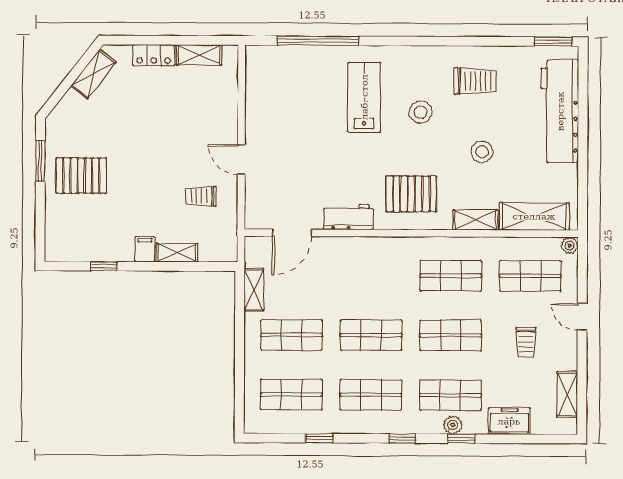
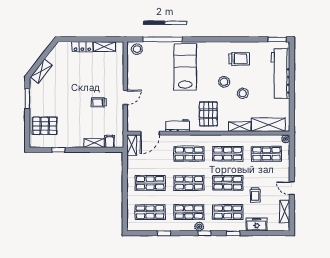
stool: (265, 60) -> (137, 49), added
shelving: (93, 74) -> (41, 71), moved
lab bench: (364, 97) -> (185, 67), width x1.36, depth x1.39
stool: (421, 112) -> (224, 82), moved
door: (241, 159) -> (125, 97), swing flipped
pallet: (81, 176) -> (45, 126), moved
pallet: (411, 194) -> (208, 114), turned 90
trolley: (201, 196) -> (99, 102), moved
filing cabinet: (145, 249) -> (110, 141), moved
shop shelf: (371, 275) -> (189, 154), added
shelving: (254, 290) -> (132, 145), moved
door: (582, 317) -> (292, 188), moved
trolley: (526, 342) -> (255, 195), moved
plant: (453, 425) -> (199, 227), moved

